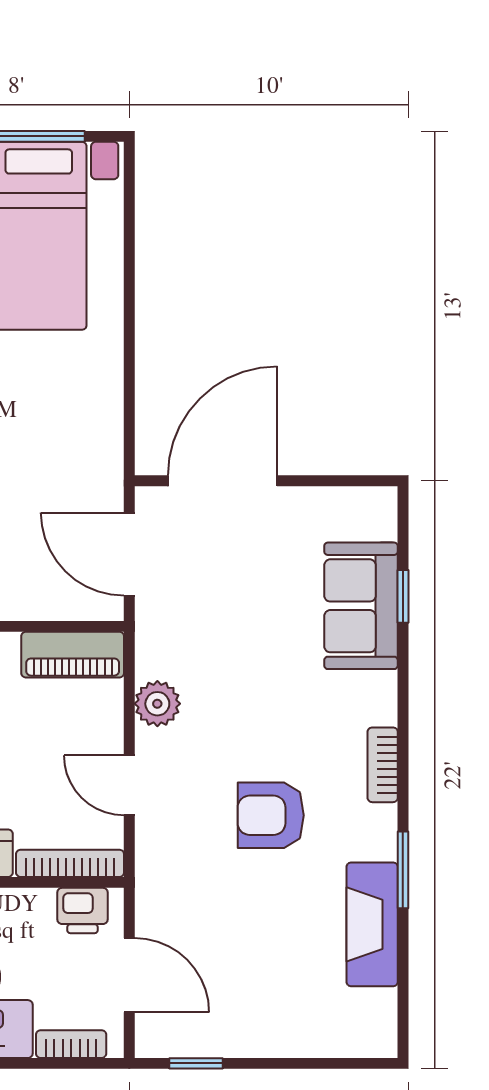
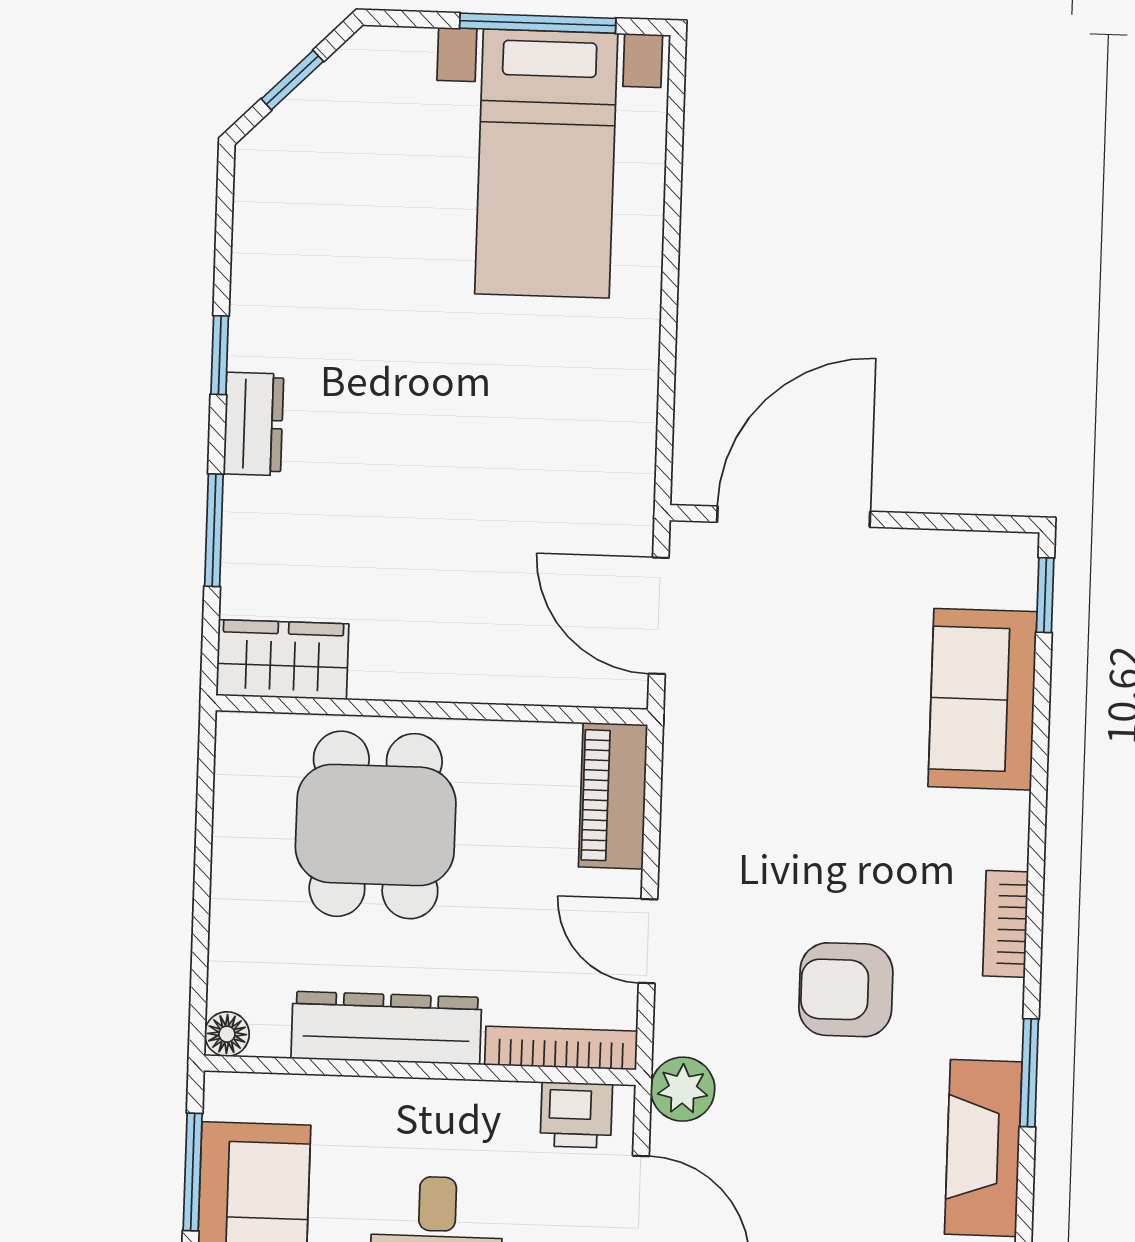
window: (403, 596) -> (1045, 595), moved
piano: (73, 655) -> (613, 796), moved, turned 90
plant: (157, 704) -> (683, 1089), moved

